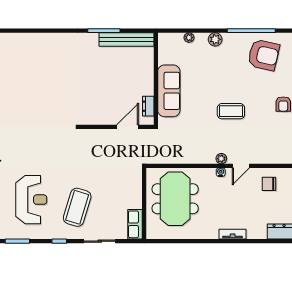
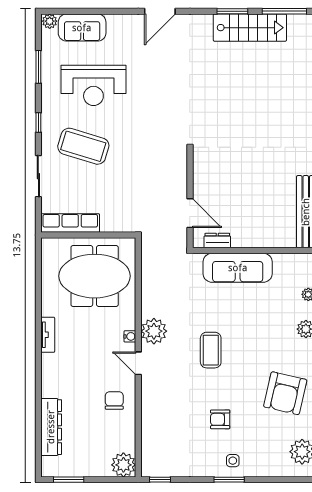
plant: (221, 159) -> (154, 331), width x1.88, depth x1.88
row of seats: (135, 224) -> (70, 223), width x1.48
tv unit: (233, 234) -> (48, 335), moved

